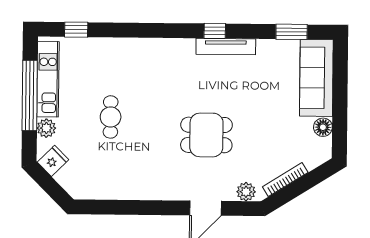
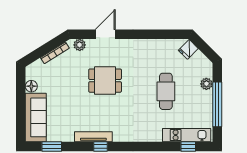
kitchen unit: (48, 79) -> (187, 135), moved, turned 90
cafe table: (111, 117) -> (166, 91), width x1.37, depth x1.35
fridge: (53, 161) -> (188, 49), moved

